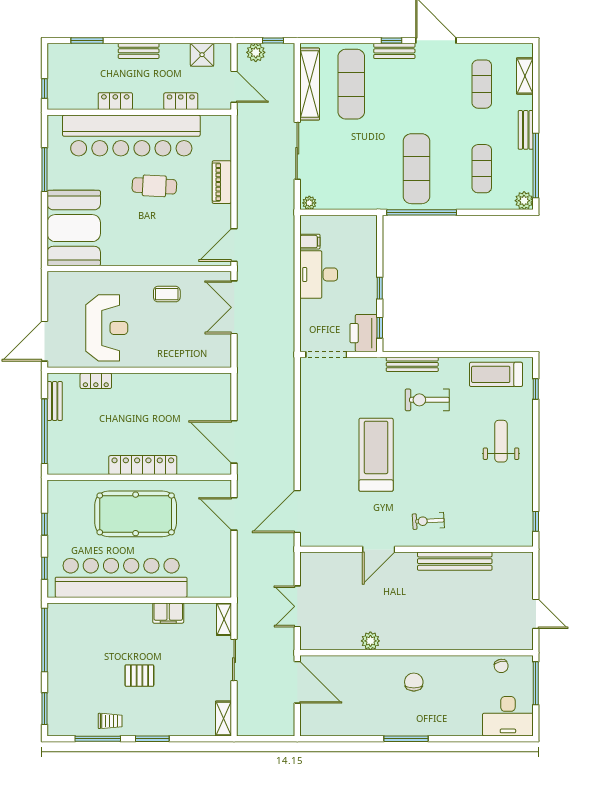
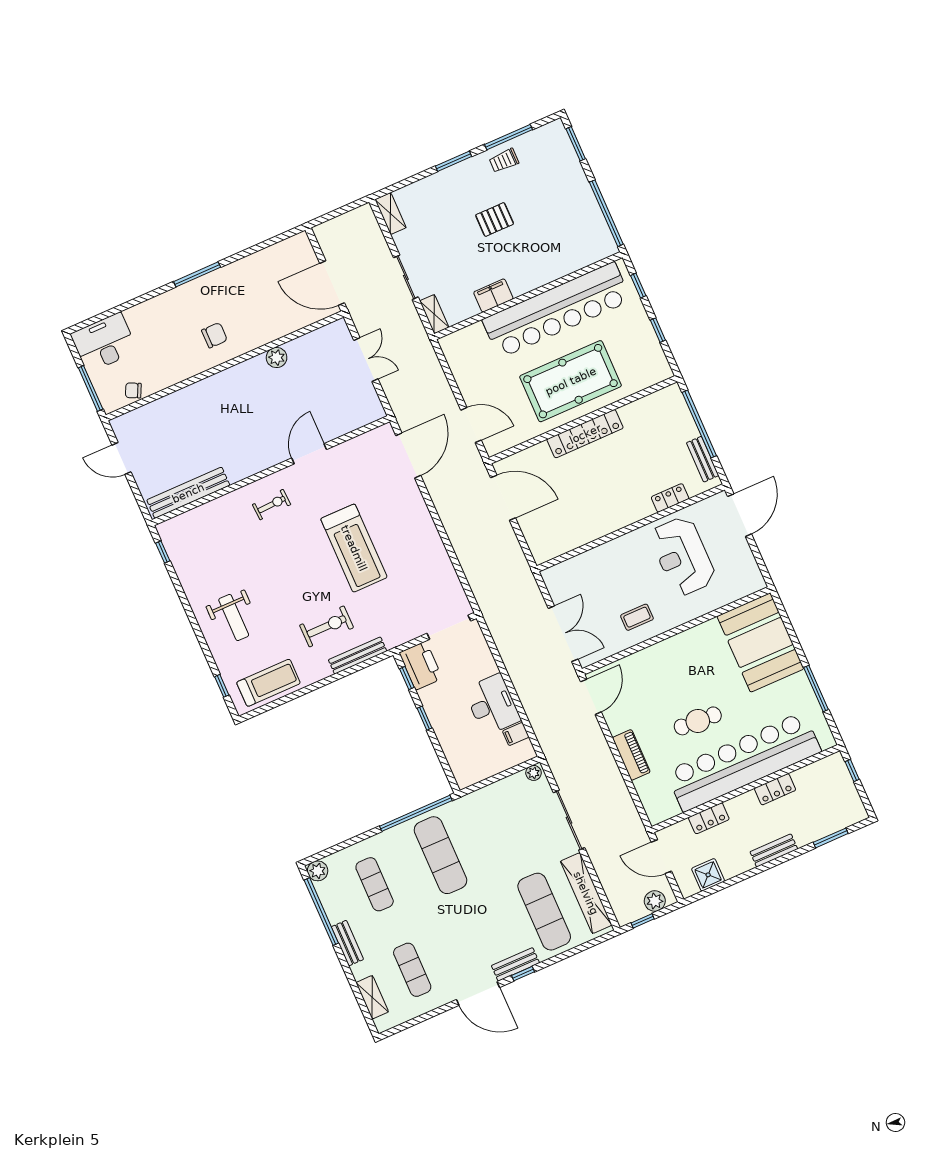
bench: (455, 561) -> (188, 493), moved
chair: (501, 666) -> (133, 390), turned -50
chair: (414, 682) -> (214, 335), turned -90

